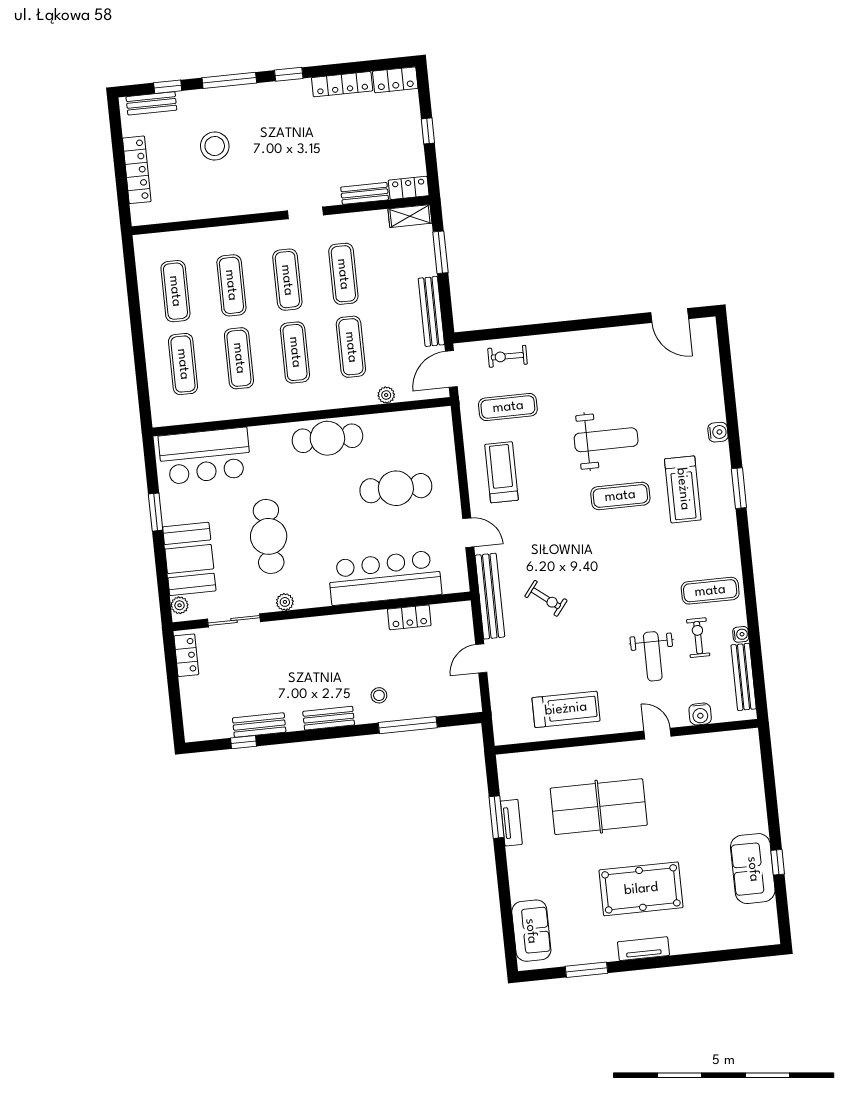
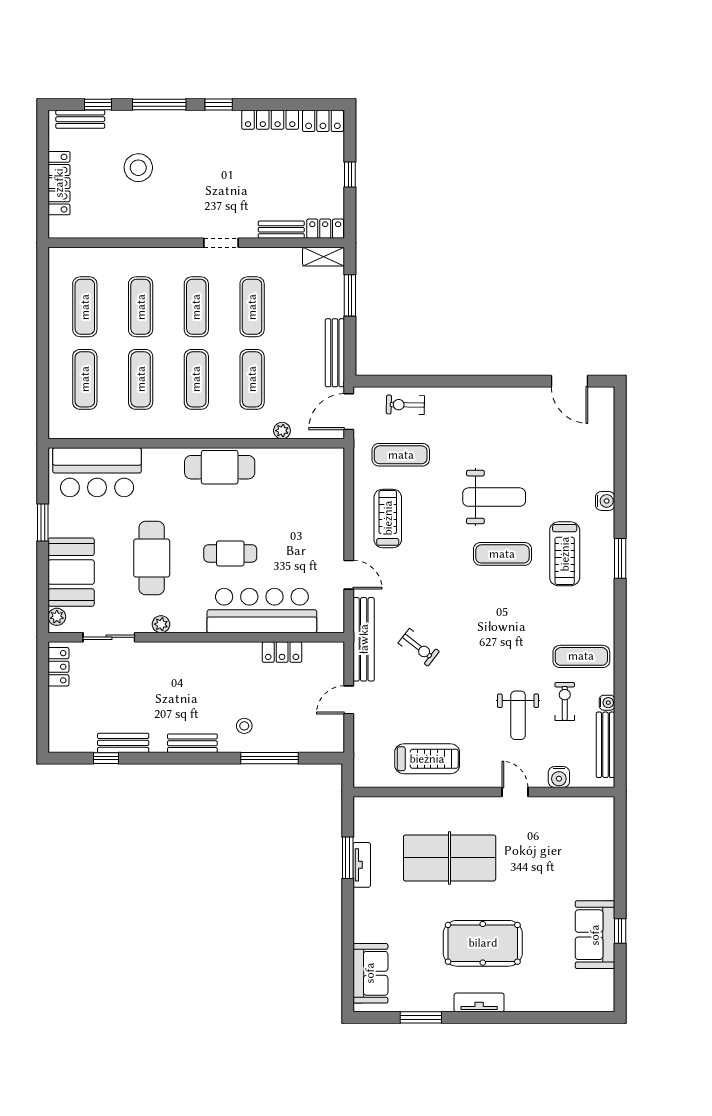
cafe table: (396, 488) -> (230, 553), moved, width x0.73, depth x0.74

